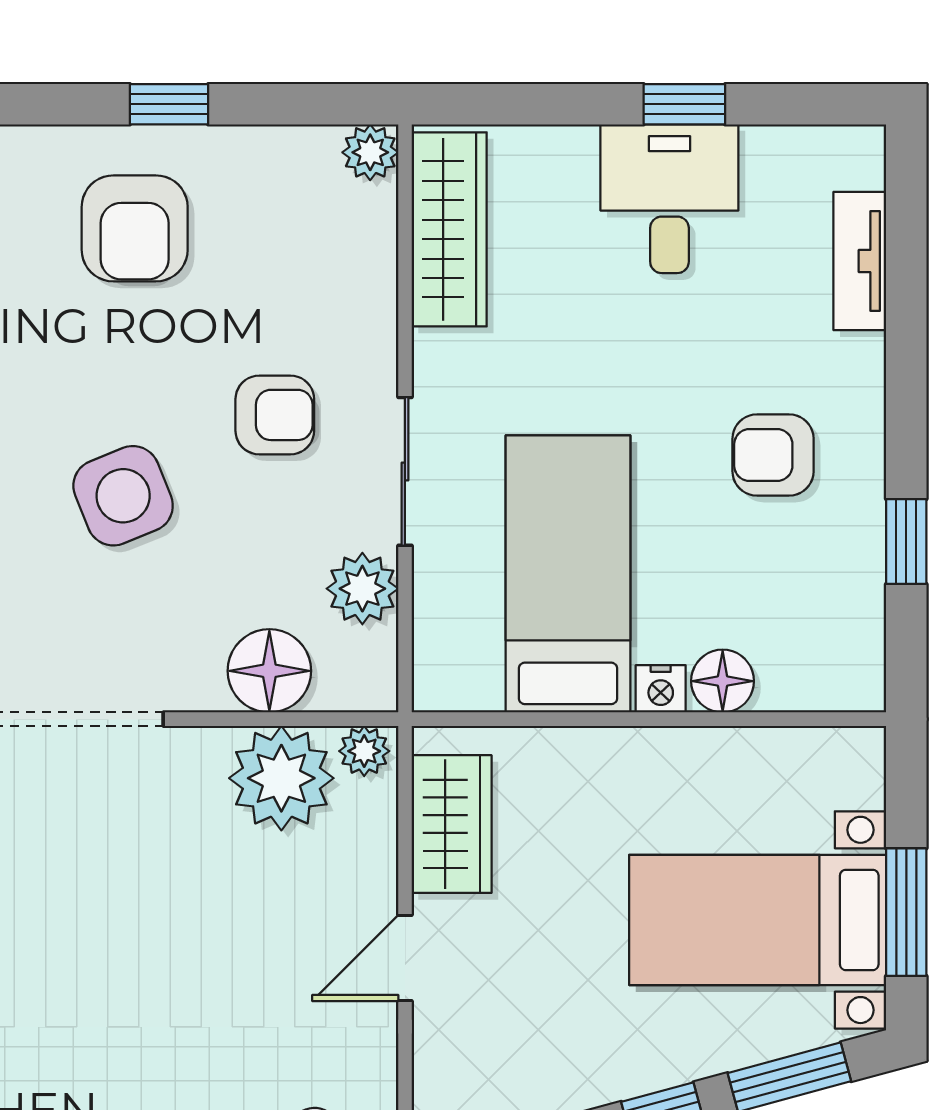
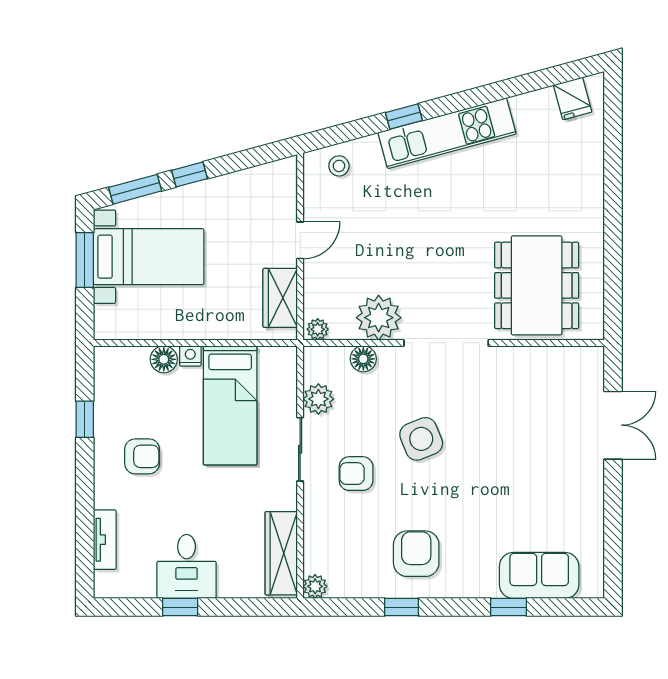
floor lamp: (269, 671) -> (363, 359), width x0.73, depth x0.73
plant: (281, 778) -> (379, 318), moved

